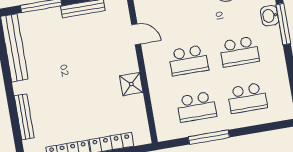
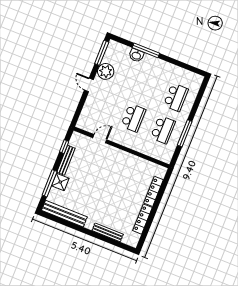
school desk: (239, 52) -> (146, 85), removed
shower: (131, 84) -> (60, 182), moved

